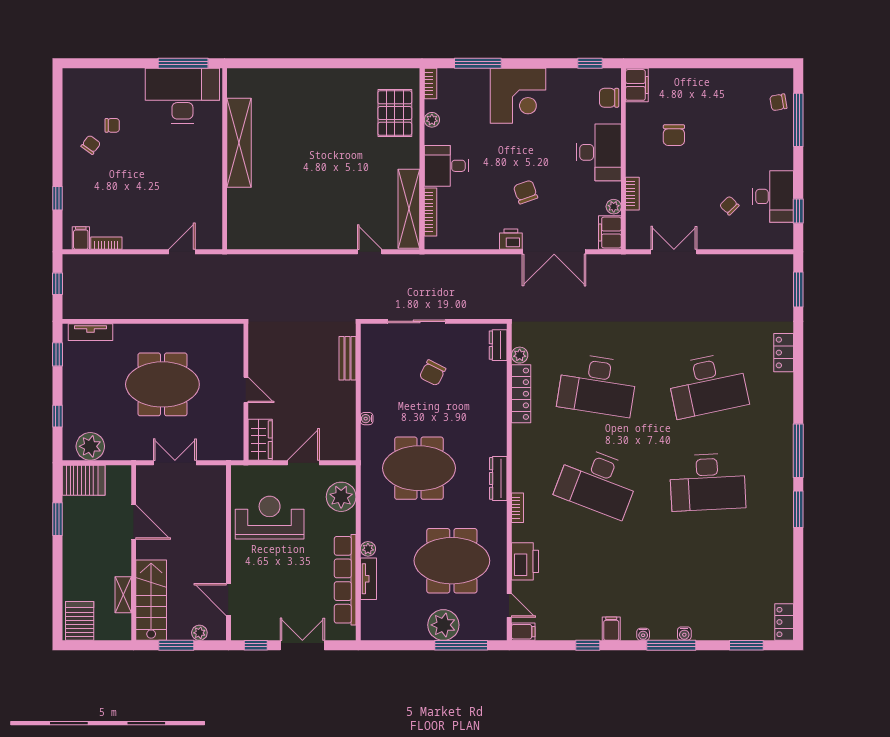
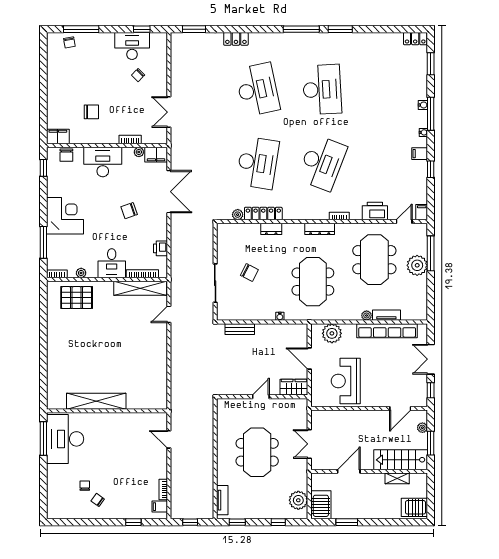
printer: (511, 239) -> (160, 248), moved
dresser: (498, 345) -> (271, 229), moved

